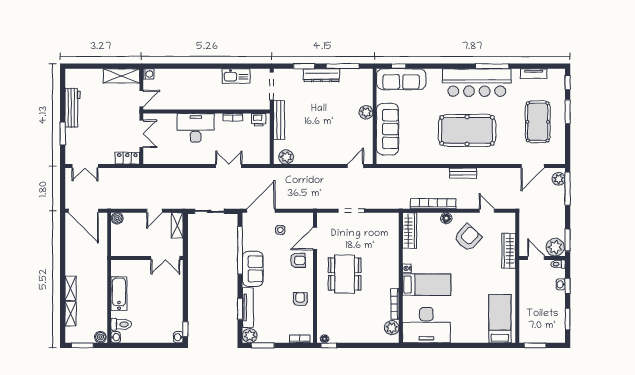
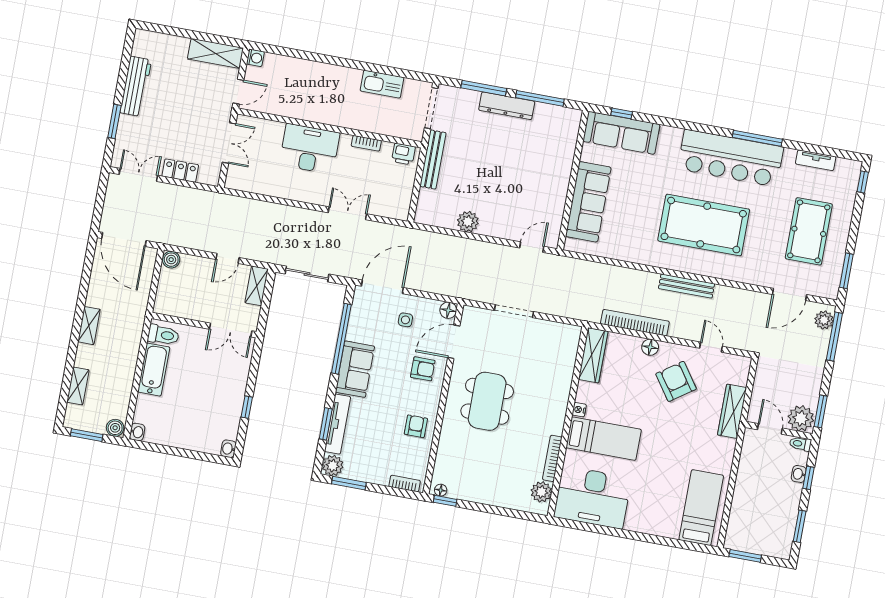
window: (304, 66) -> (484, 88), width x1.44
plant: (366, 112) -> (561, 172), removed
window: (568, 112) -> (846, 271), moved
plant: (286, 157) -> (468, 222), moved
locker: (127, 158) -> (180, 171), moved
double door: (85, 166) -> (138, 175), swing flipped
bench: (463, 173) -> (686, 286), width x1.36
floor lamp: (308, 218) -> (448, 310), added
armchair: (468, 238) -> (676, 381), turned -77
shelving: (71, 288) -> (89, 326), moved
toilet: (121, 324) -> (163, 335), moved
window: (185, 329) -> (247, 407), moved

